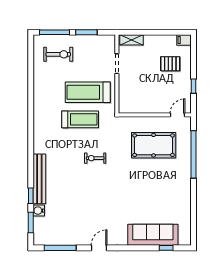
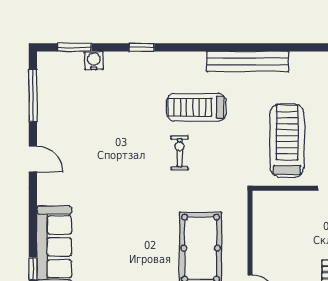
treadmill: (80, 119) -> (196, 107), moved, turned 90
bench: (39, 179) -> (248, 61), moved
window: (31, 196) -> (142, 47), moved

